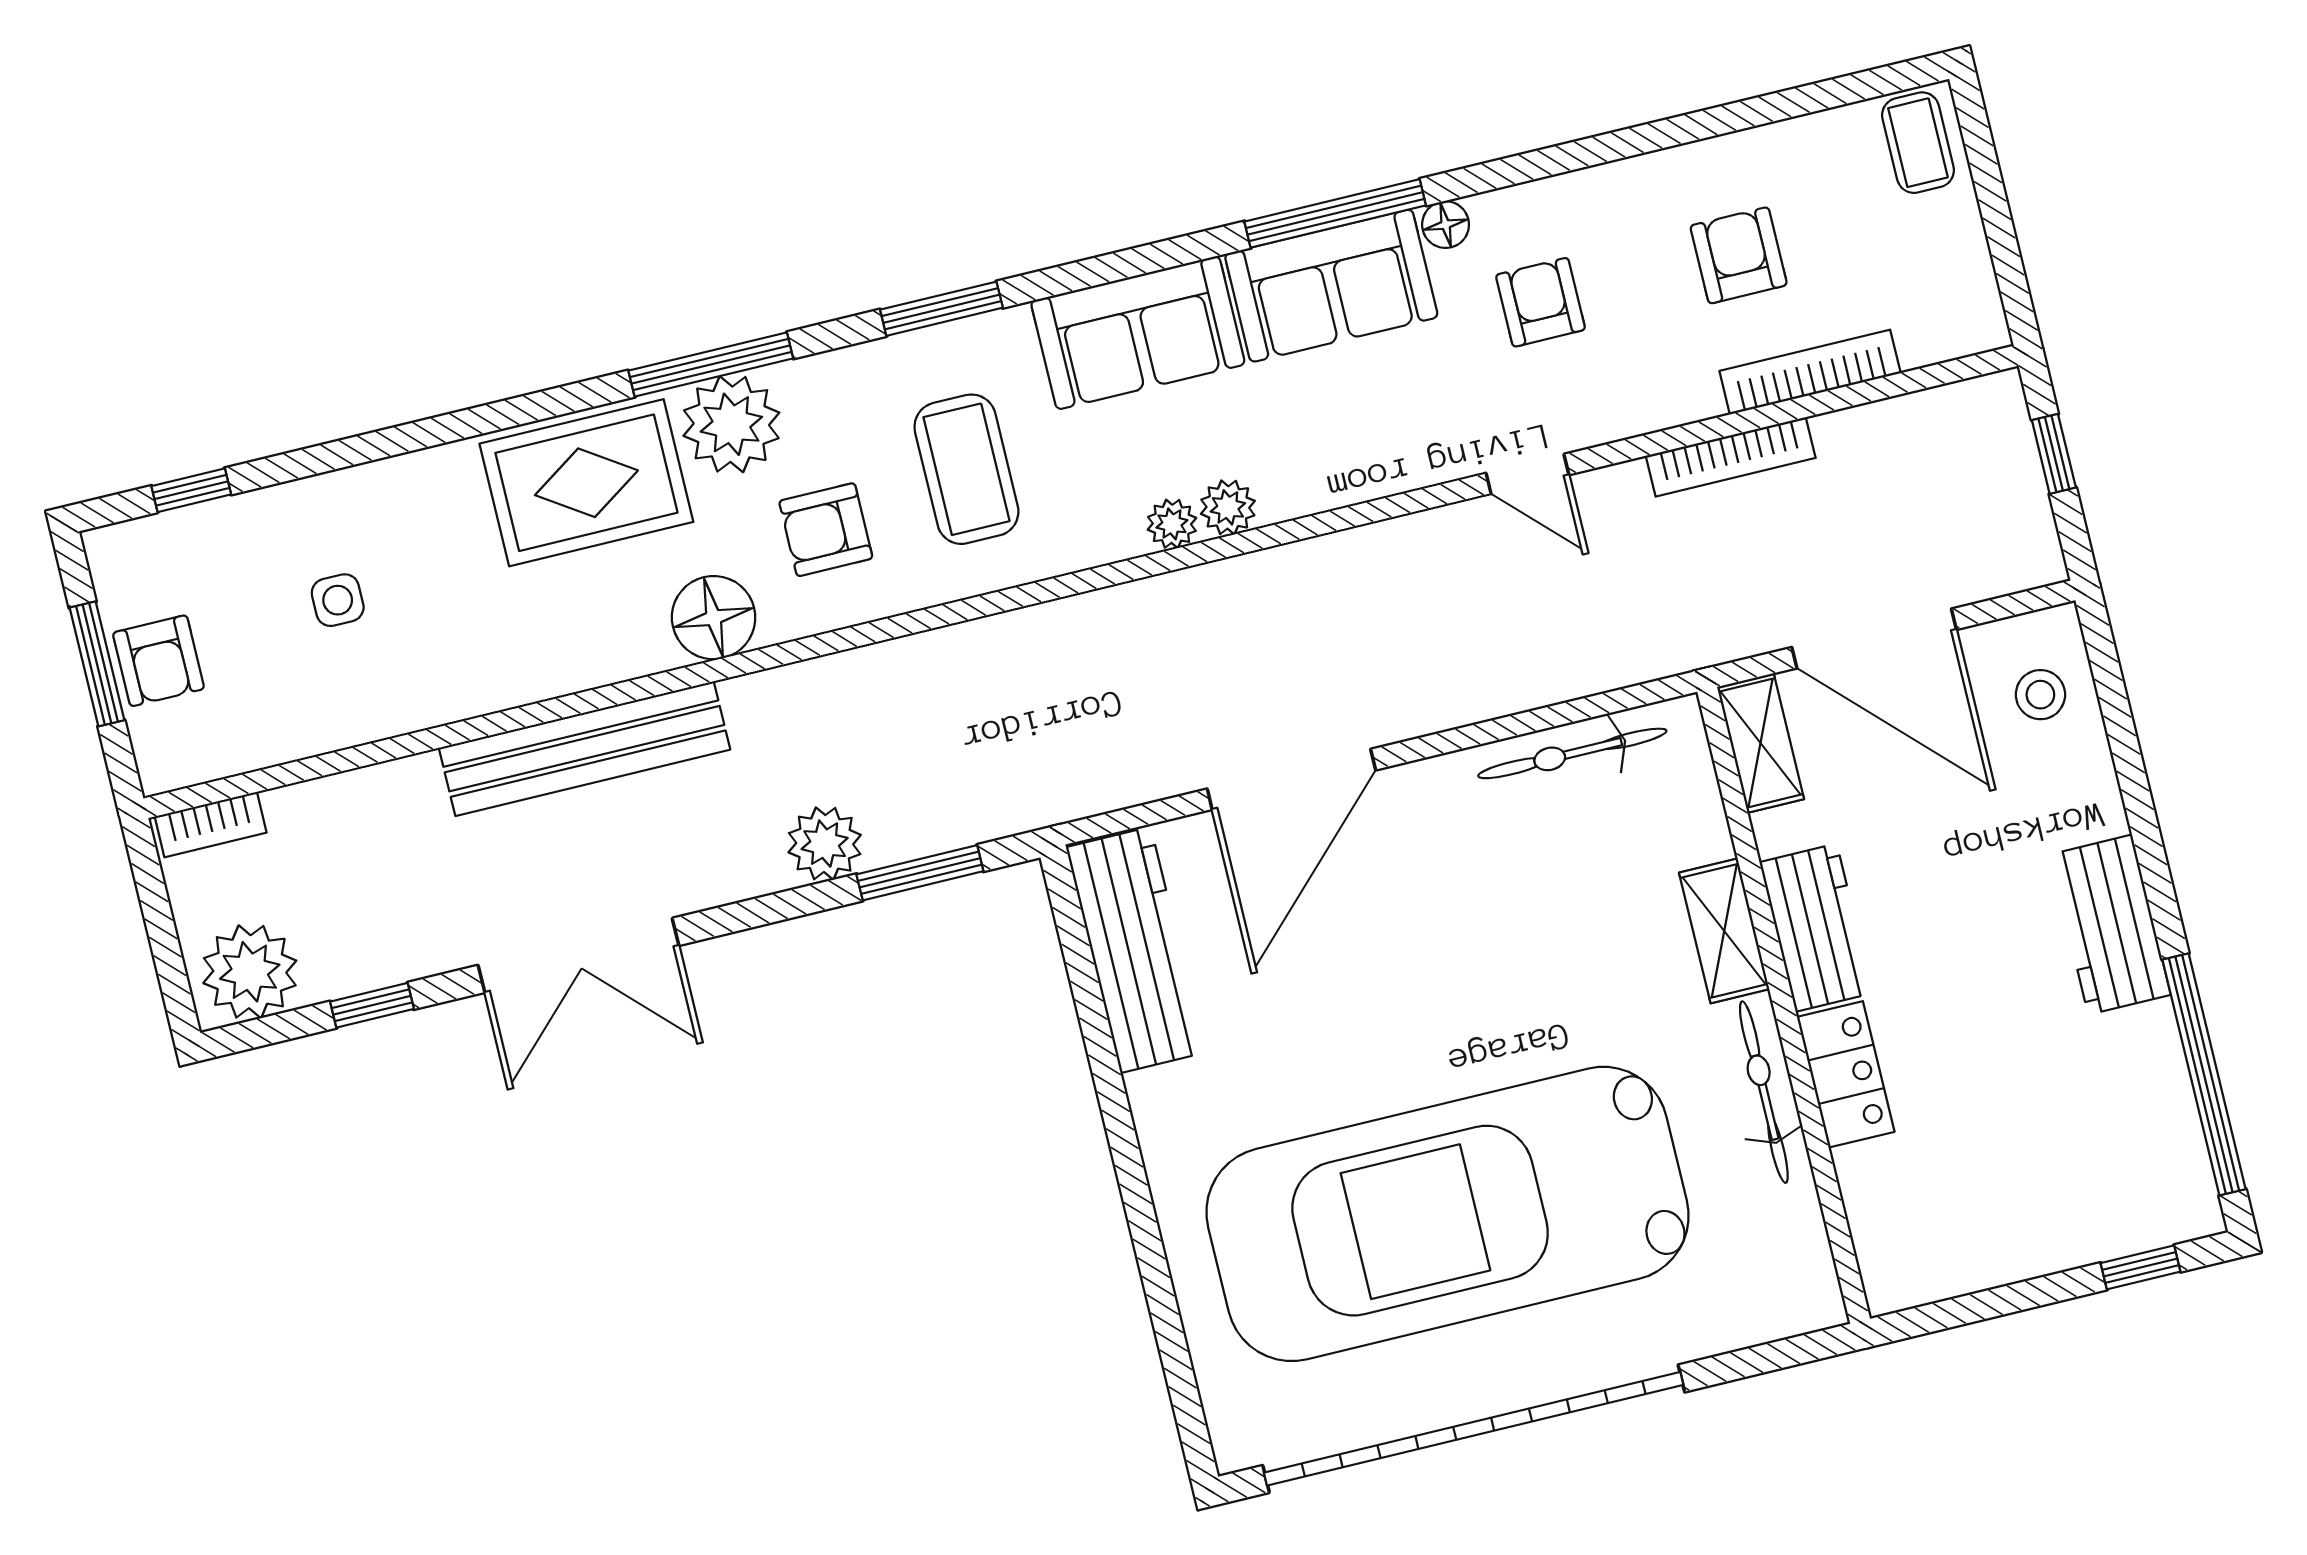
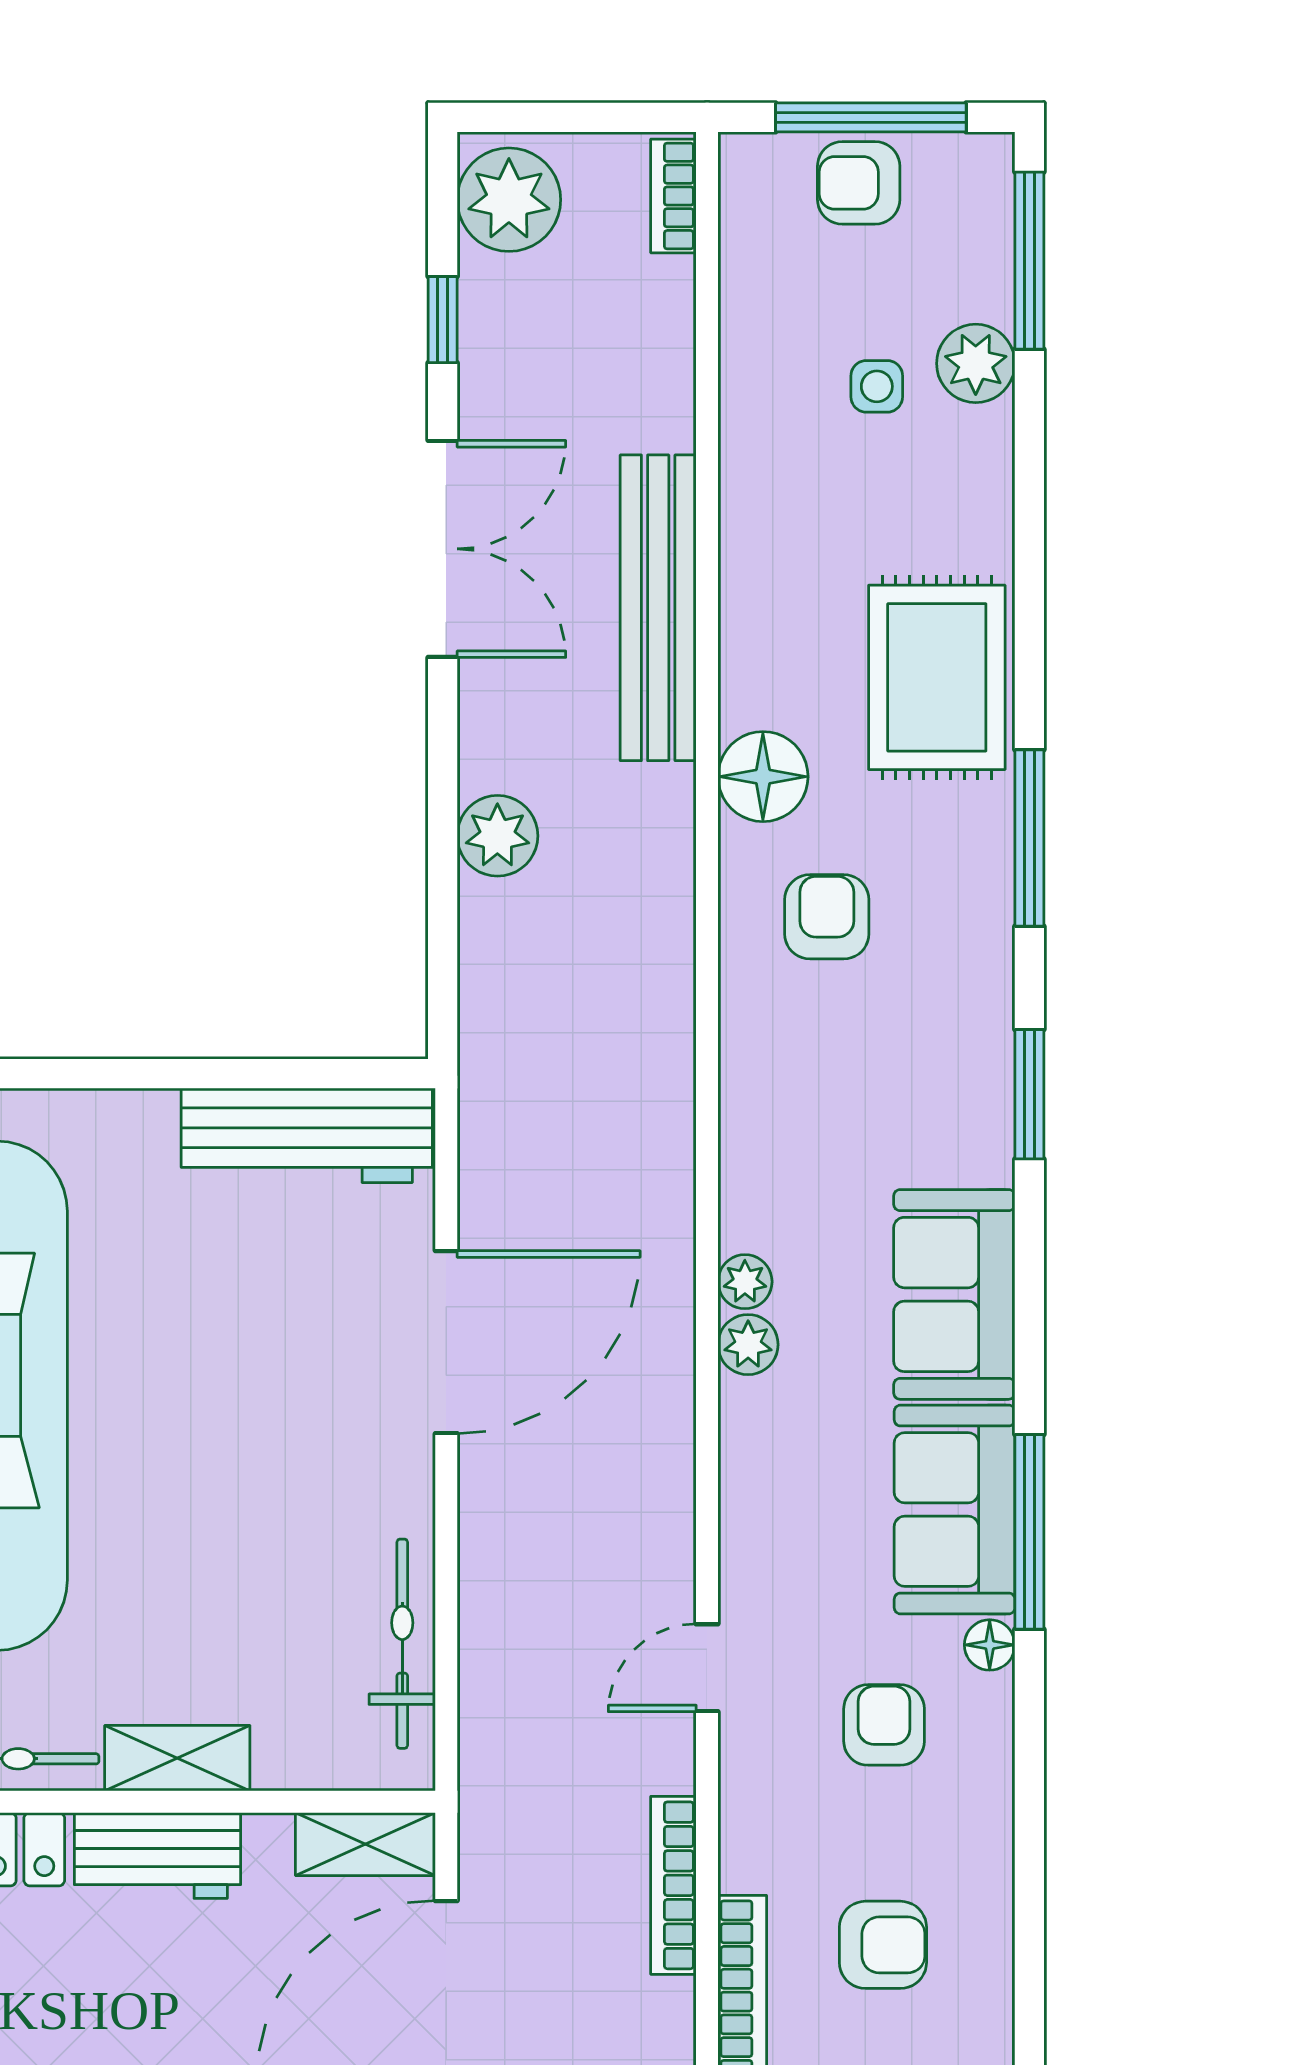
armchair: (1541, 302) -> (884, 1725), turned -90
plant: (731, 424) -> (976, 363), moved, width x0.73, depth x0.73
coffee table: (966, 469) -> (855, 1080), removed
window: (191, 490) -> (1029, 261), width x2.17
window: (97, 664) -> (871, 117), width x1.44
door: (1291, 779) -> (446, 1342), swing flipped
window: (920, 873) -> (443, 928), removed
double door: (578, 955) -> (443, 549), swing flipped

